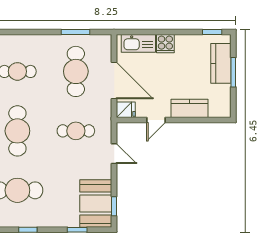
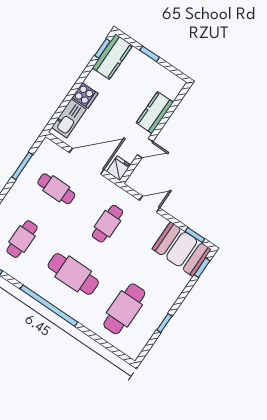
kitchen counter: (221, 63) -> (112, 57), moved, turned -90
cafe table: (76, 71) -> (56, 189), width x0.73, depth x0.74
window: (233, 72) -> (150, 54), width x0.67
door: (156, 120) -> (145, 148), hinge flipped
window: (77, 230) -> (202, 268), moved

